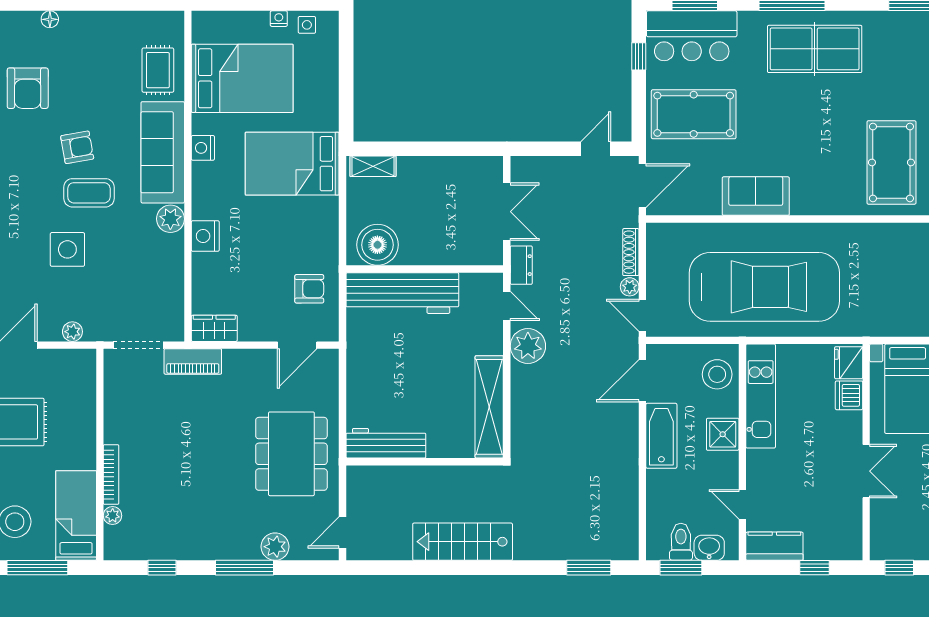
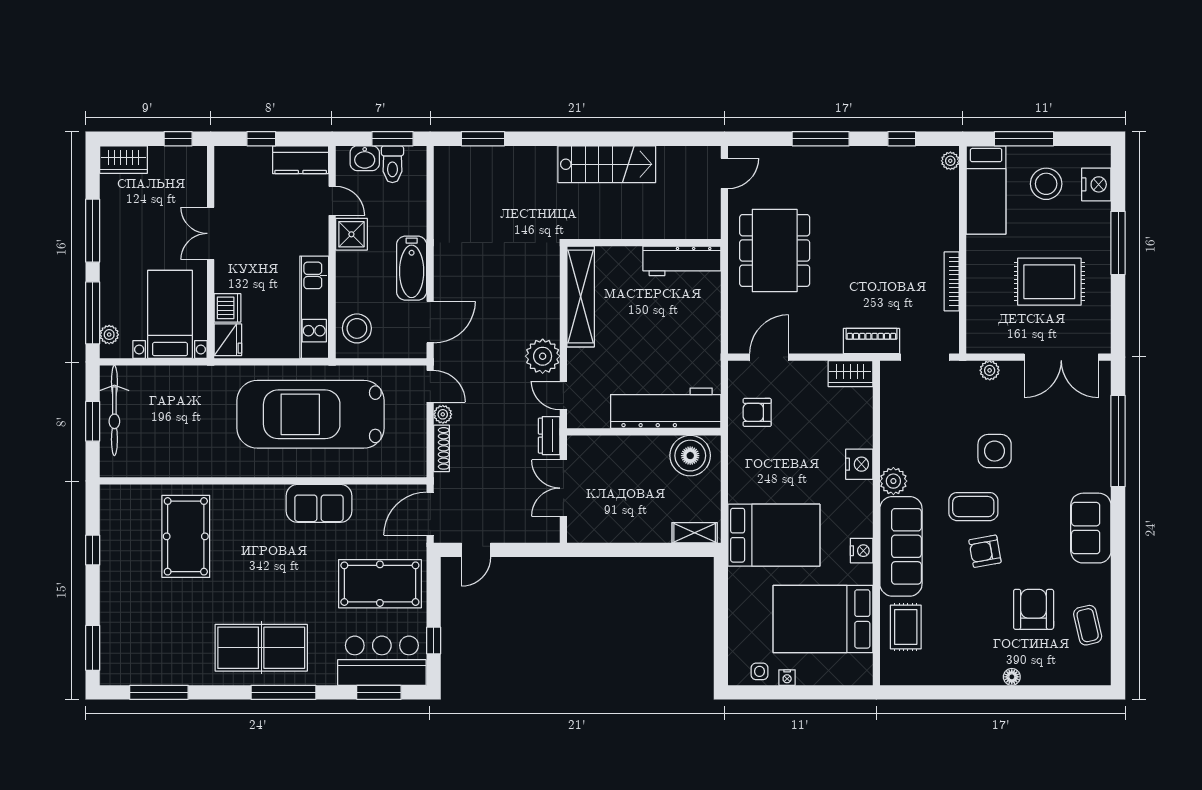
shower: (723, 434) -> (351, 234), moved
bookcase: (111, 475) -> (952, 281), moved
plant: (113, 516) -> (950, 161), moved
plant: (275, 547) -> (791, 159), removed

